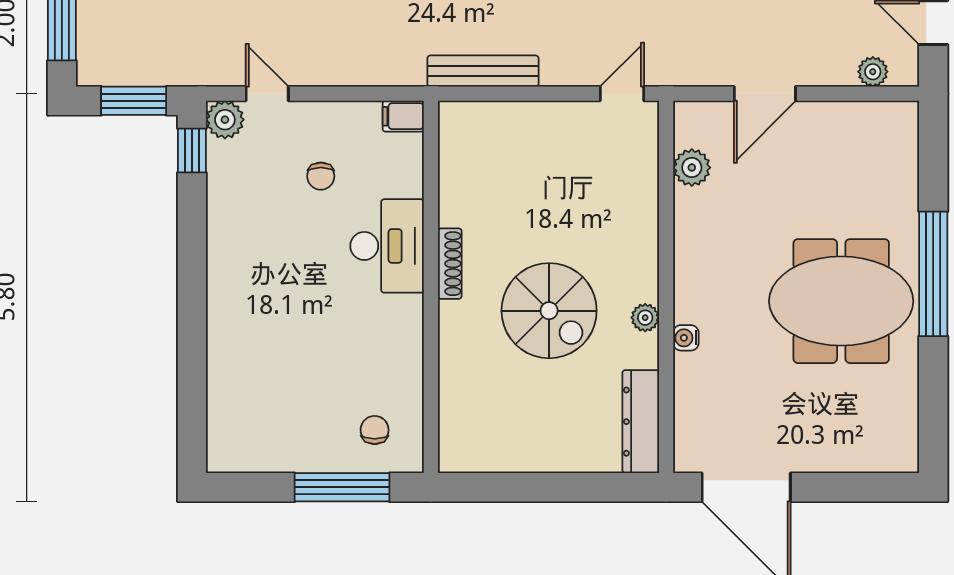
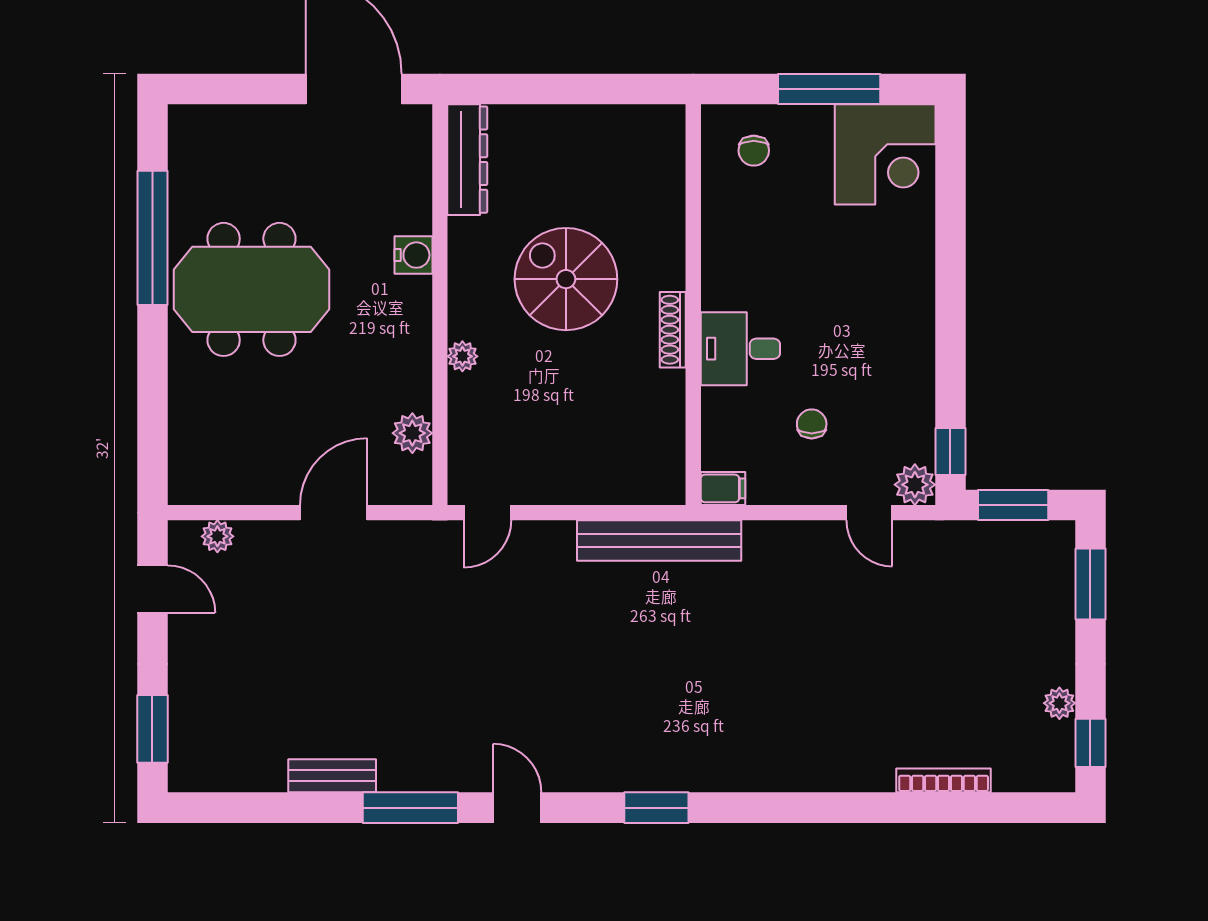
bench: (483, 71) -> (659, 541), width x1.37, depth x1.21
desk: (387, 246) -> (740, 349), width x0.73
window: (933, 274) -> (152, 238), moved
plant: (645, 318) -> (462, 356), moved
water cooler: (686, 338) -> (413, 255), width x1.38, depth x1.38
corner desk: (253, 426) -> (885, 154), added
window: (342, 487) -> (829, 89), moved

